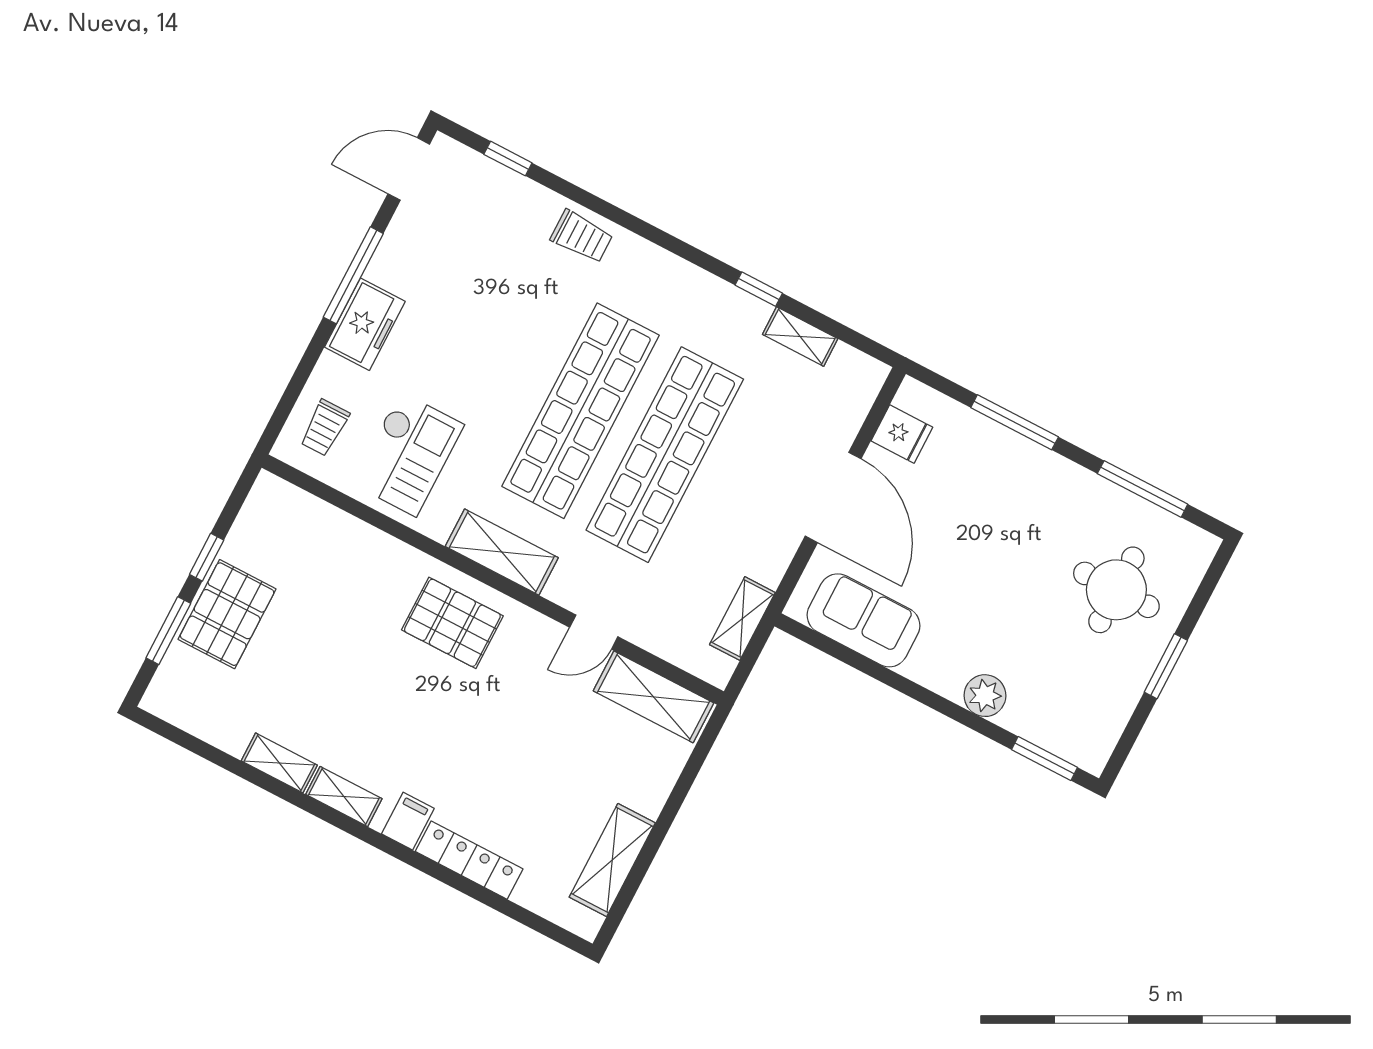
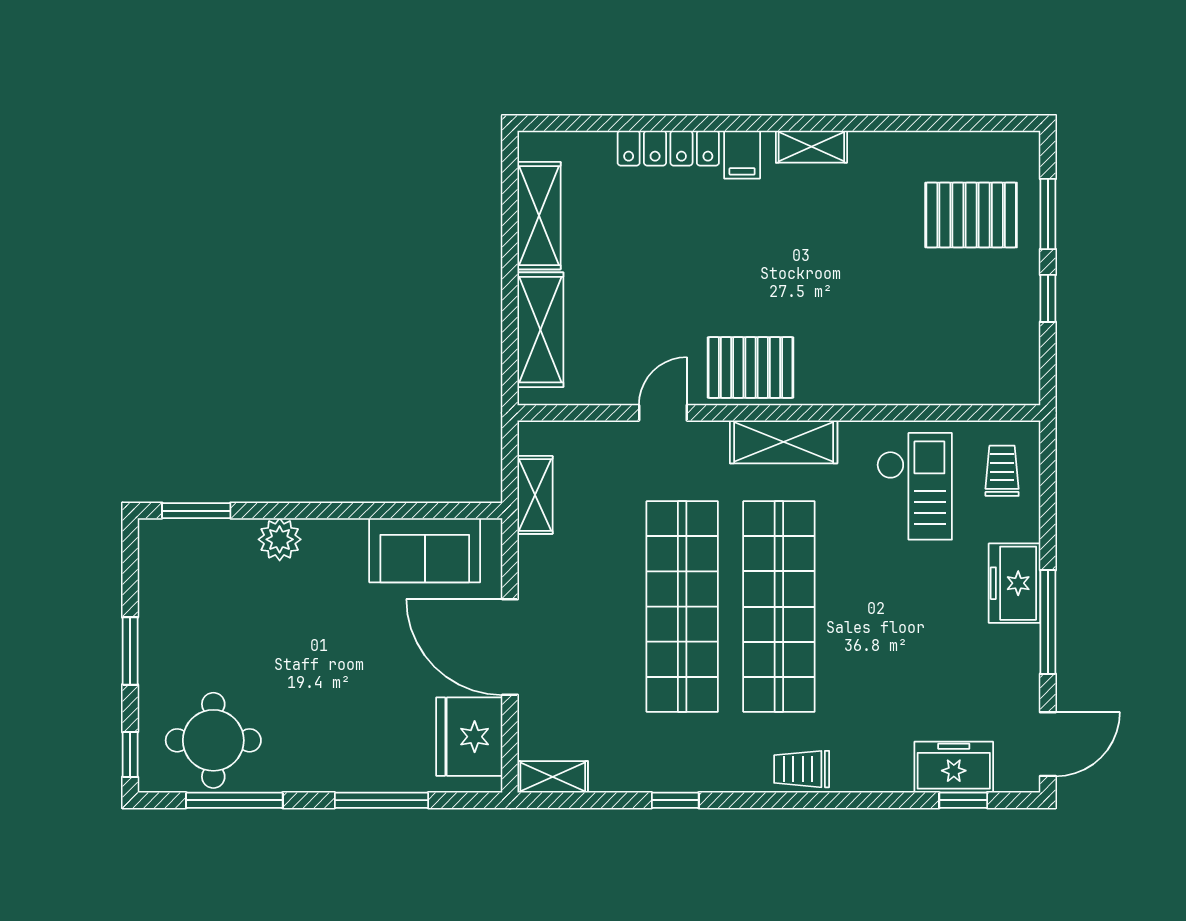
freezer: (501, 192) -> (954, 767), added
trolley: (582, 237) -> (802, 769), moved
shelving: (800, 337) -> (553, 777), moved
fridge: (902, 434) -> (469, 737), width x1.88, depth x1.34
checkout: (408, 454) -> (914, 486), turned 180
window: (1213, 576) -> (130, 754), added
round table: (1116, 590) -> (213, 740), moved
pallet: (227, 614) -> (971, 215), moved, turned 90
pallet: (452, 623) -> (751, 368), moved
shelving: (653, 697) -> (540, 330), moved, turned 90
shelving: (279, 763) -> (885, 147), removed

